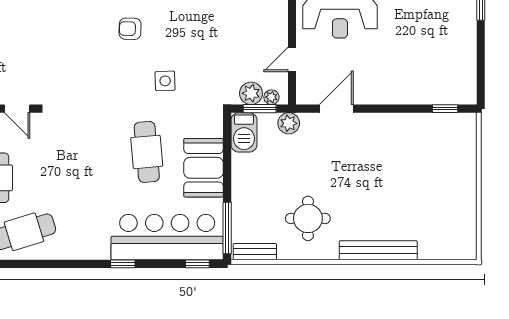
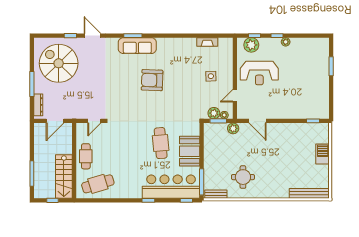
armchair: (130, 29) -> (152, 80), width x1.88, depth x1.88
side table: (165, 81) -> (211, 76), moved
door: (17, 109) -> (94, 121), hinge flipped
door: (336, 109) -> (257, 121), swing flipped
barbecue: (244, 132) -> (323, 154), moved, turned 180
bench: (378, 250) -> (309, 193), moved

